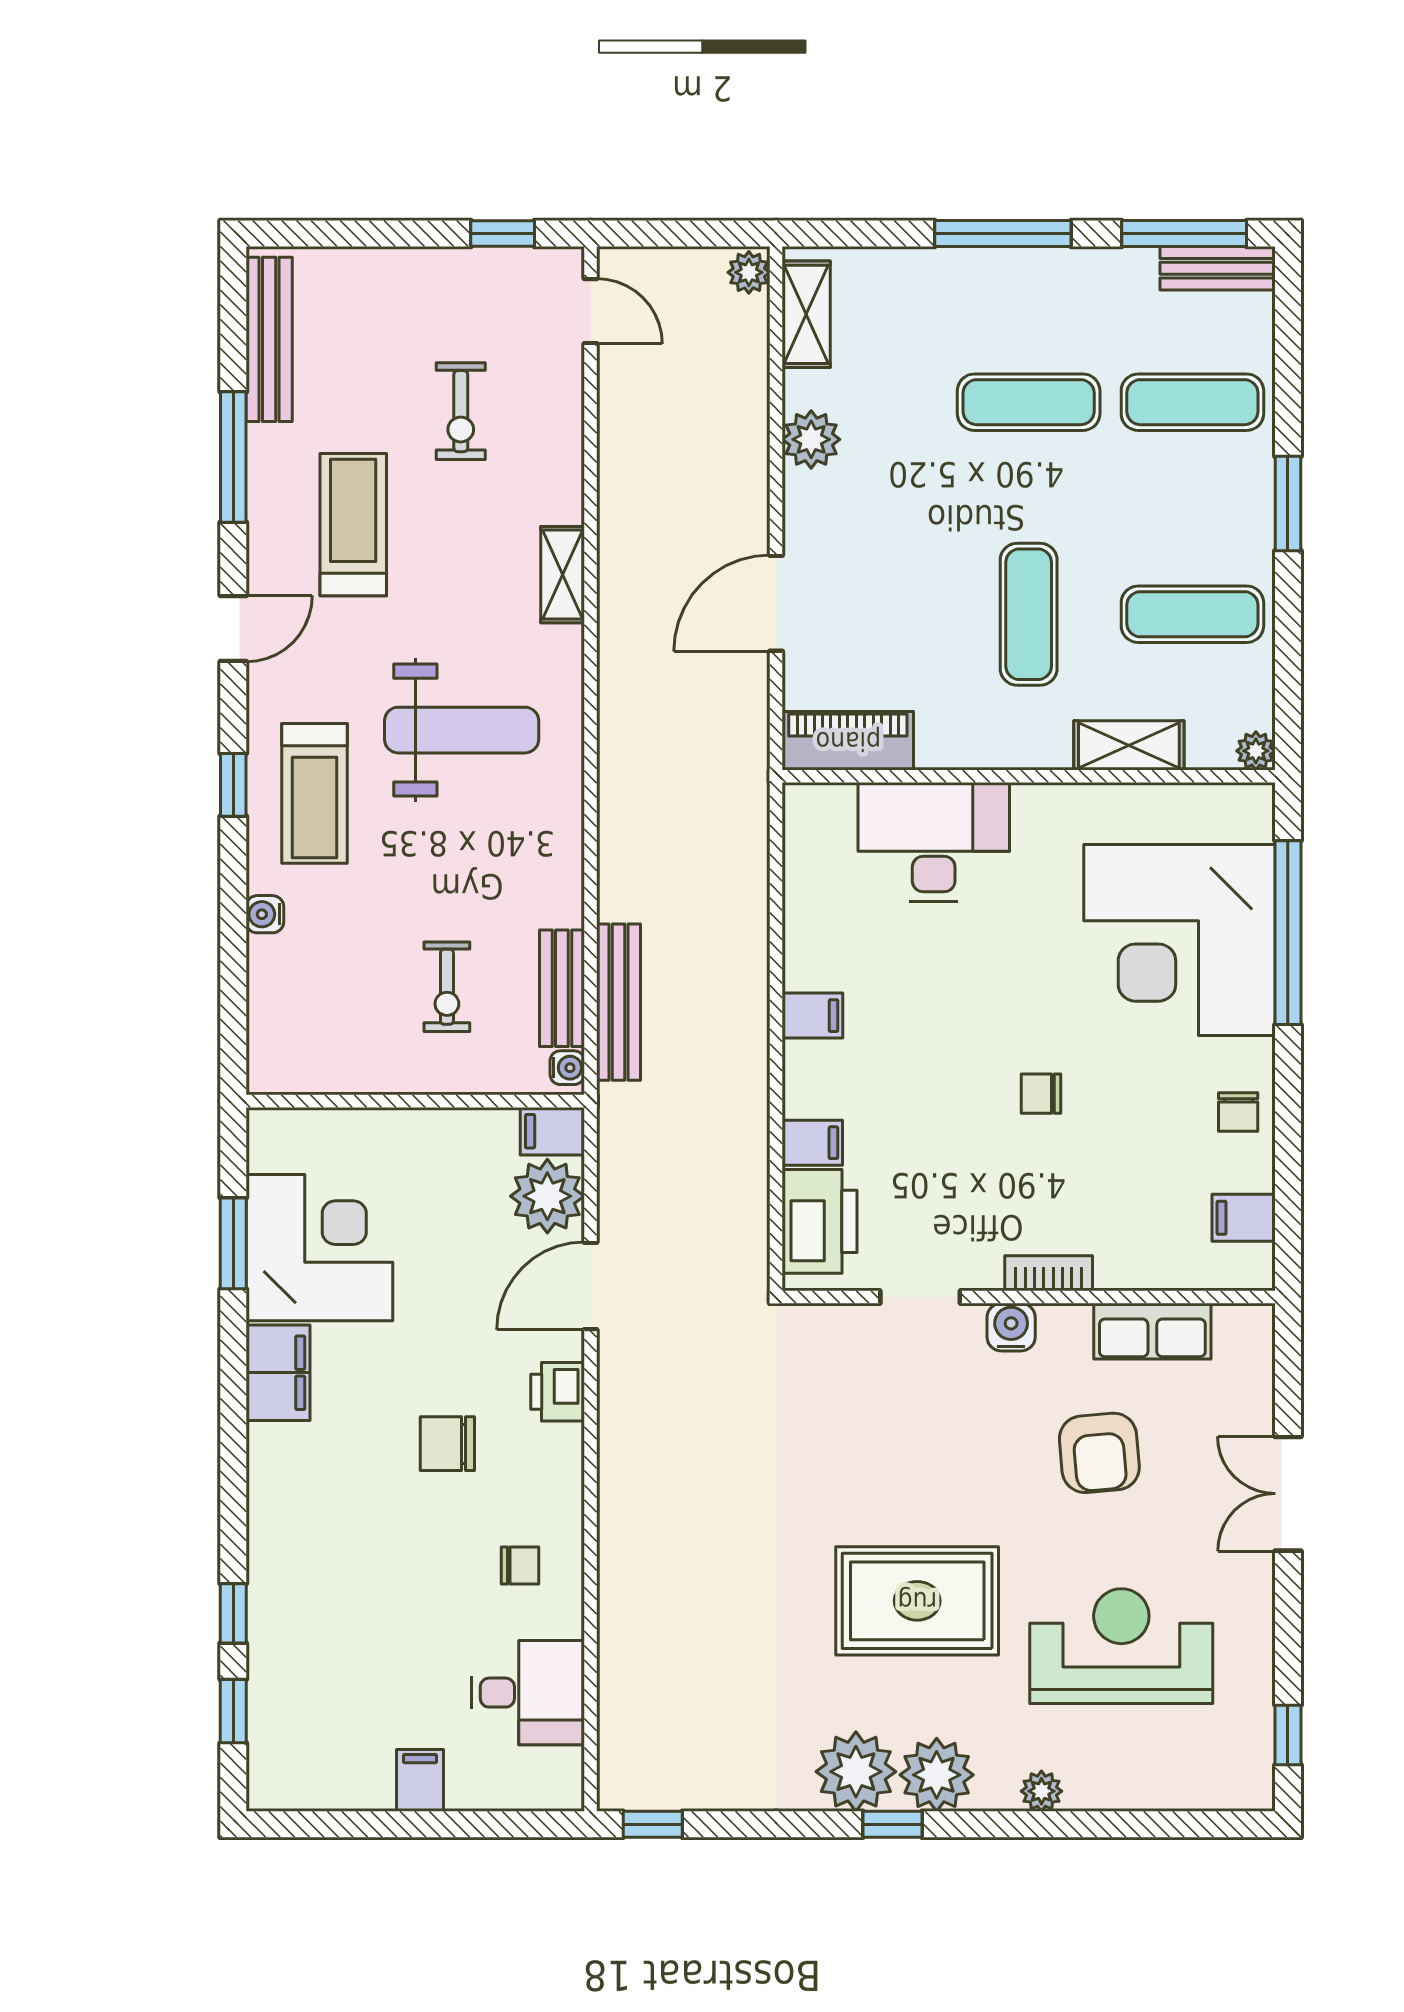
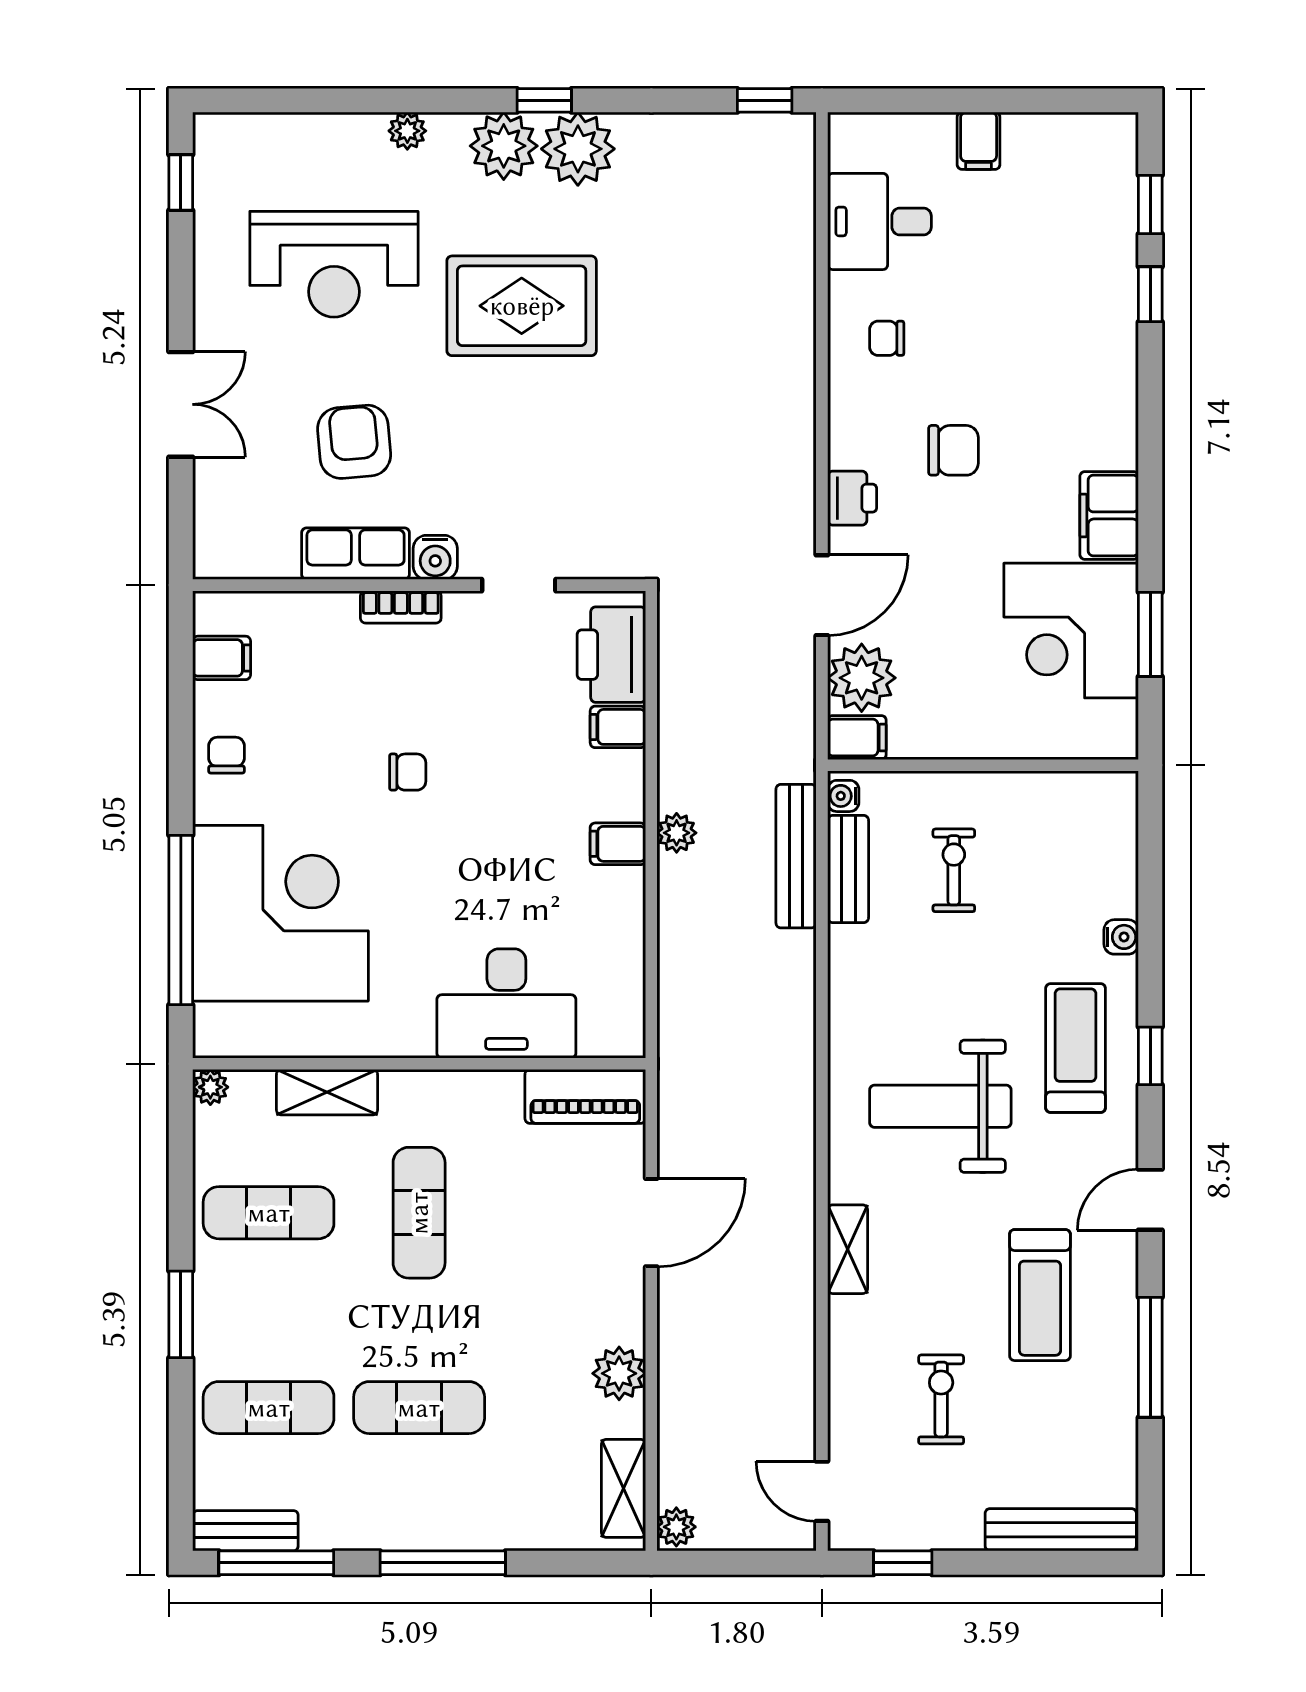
bench: (269, 339) -> (1061, 1530), moved, turned 90
plant: (749, 1027) -> (677, 833), added
row of seats: (1152, 1331) -> (356, 554), moved

